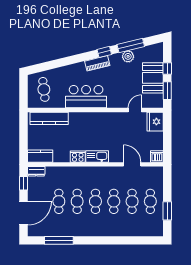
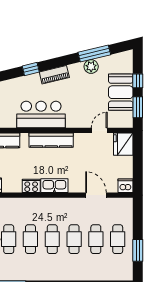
window: (104, 52) -> (31, 69), moved
kitchen counter: (95, 118) -> (51, 140), added

